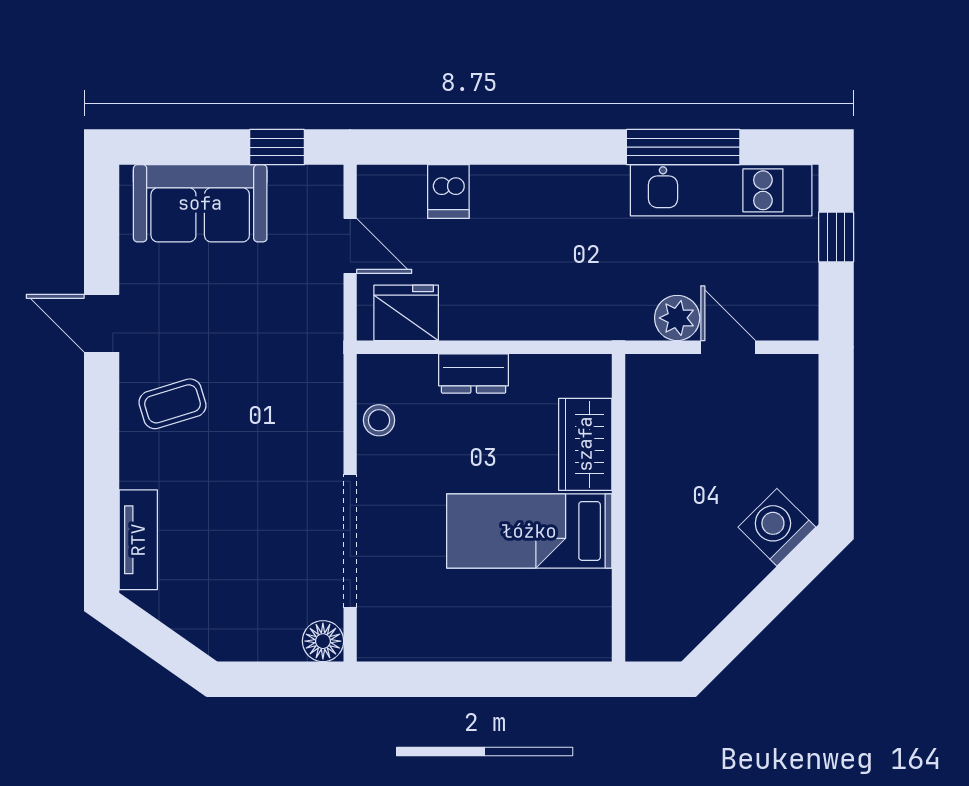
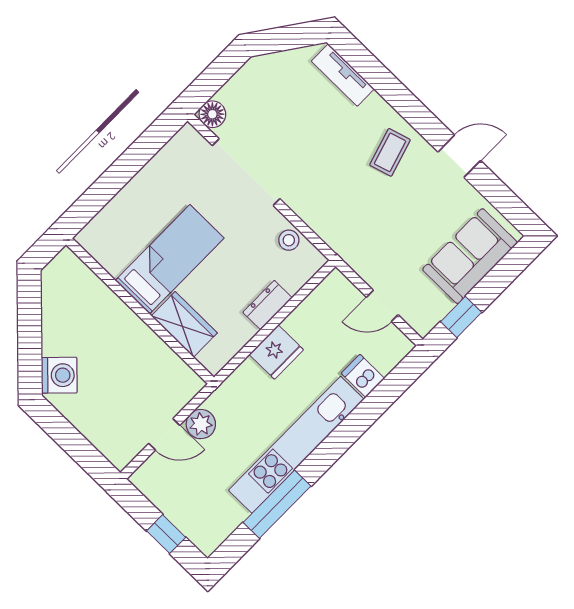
kitchen unit: (721, 190) -> (296, 445), moved, width x1.36
fridge: (406, 313) -> (276, 352), moved

